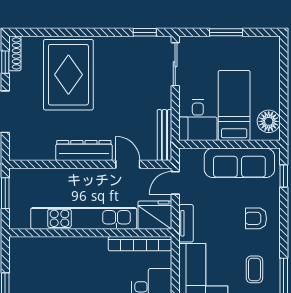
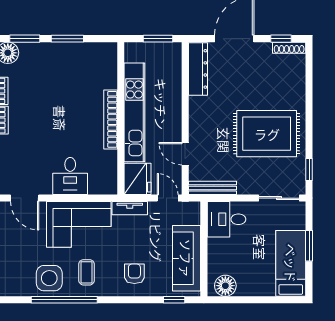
rug: (68, 75) -> (267, 134), moved
bed: (234, 105) -> (291, 263), moved, turned -90
dresser: (84, 150) -> (198, 69), moved
door: (128, 164) -> (185, 154), swing flipped
bookcase: (140, 244) -> (111, 119), moved
coffee table: (254, 269) -> (87, 272), turned 90

